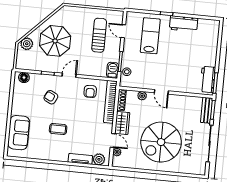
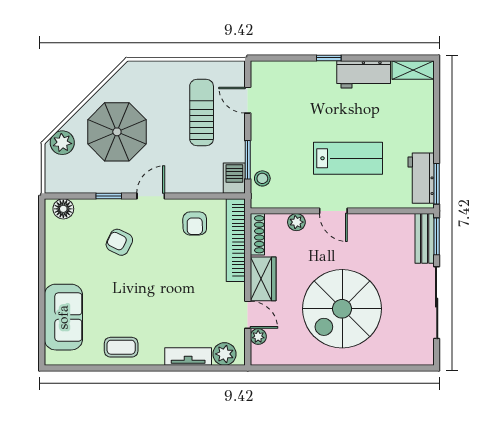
shelving: (209, 24) -> (413, 70), added
lab bench: (150, 36) -> (348, 158), moved, turned 90
coffee table: (58, 129) -> (121, 347), moved

